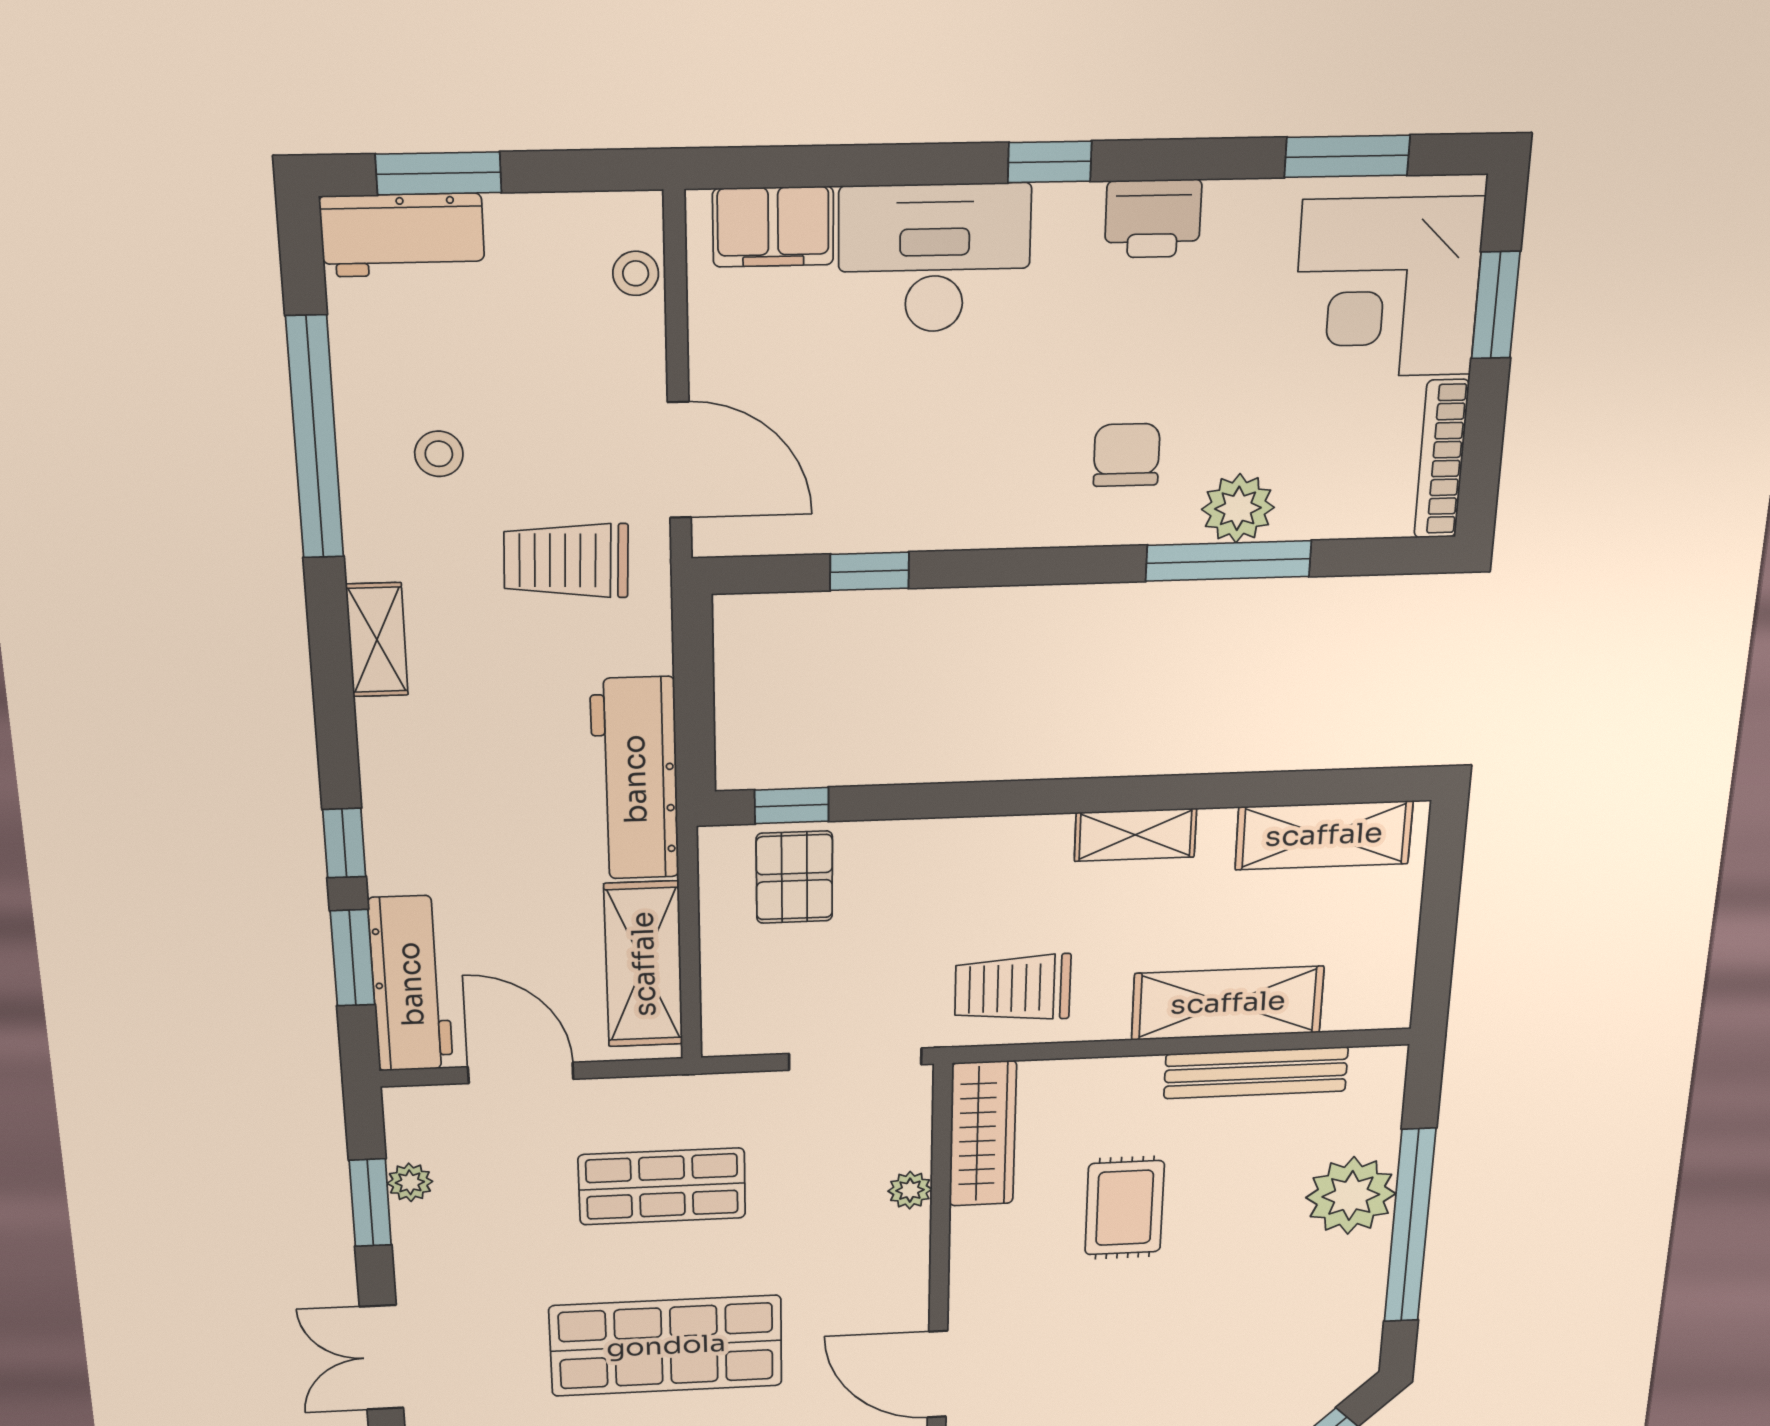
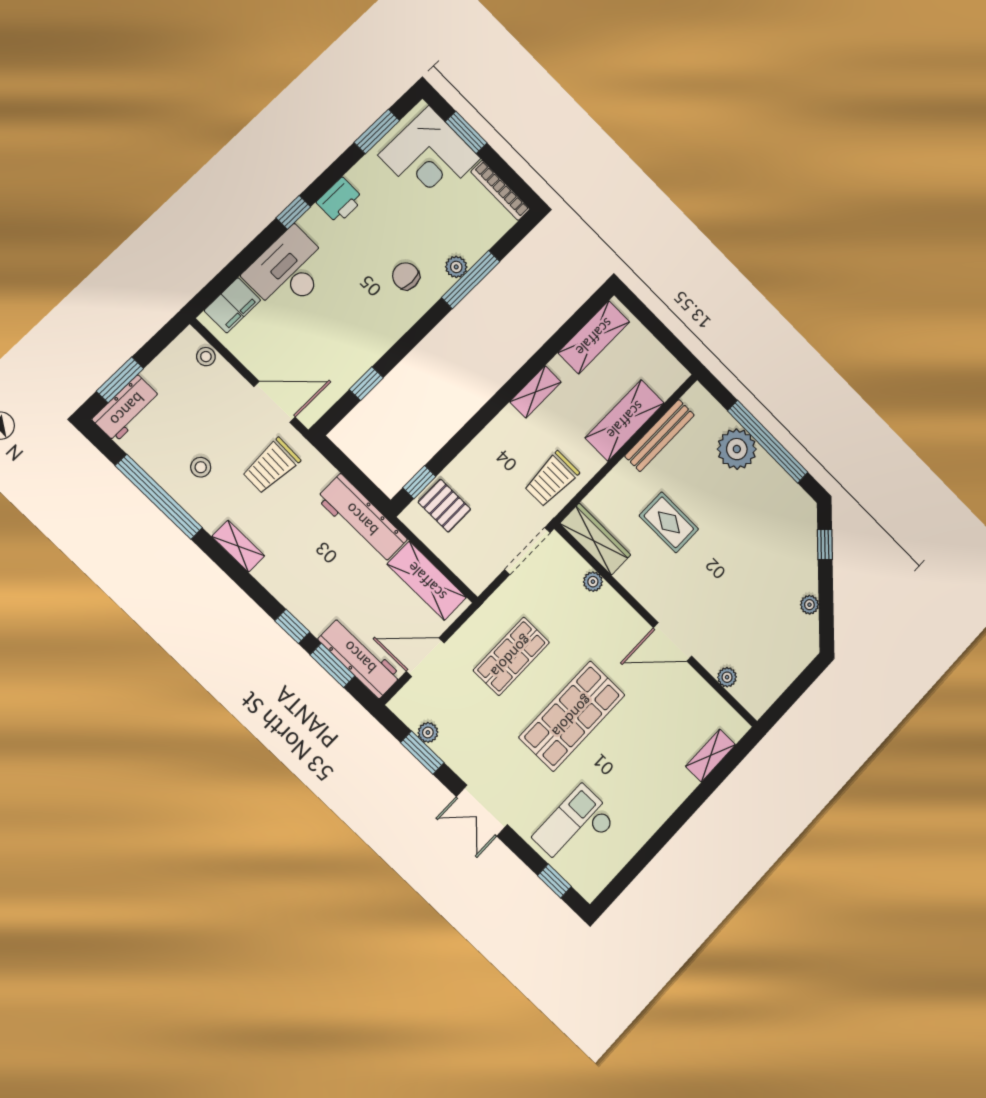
plant: (1238, 508) -> (456, 267), width x0.73, depth x0.73

